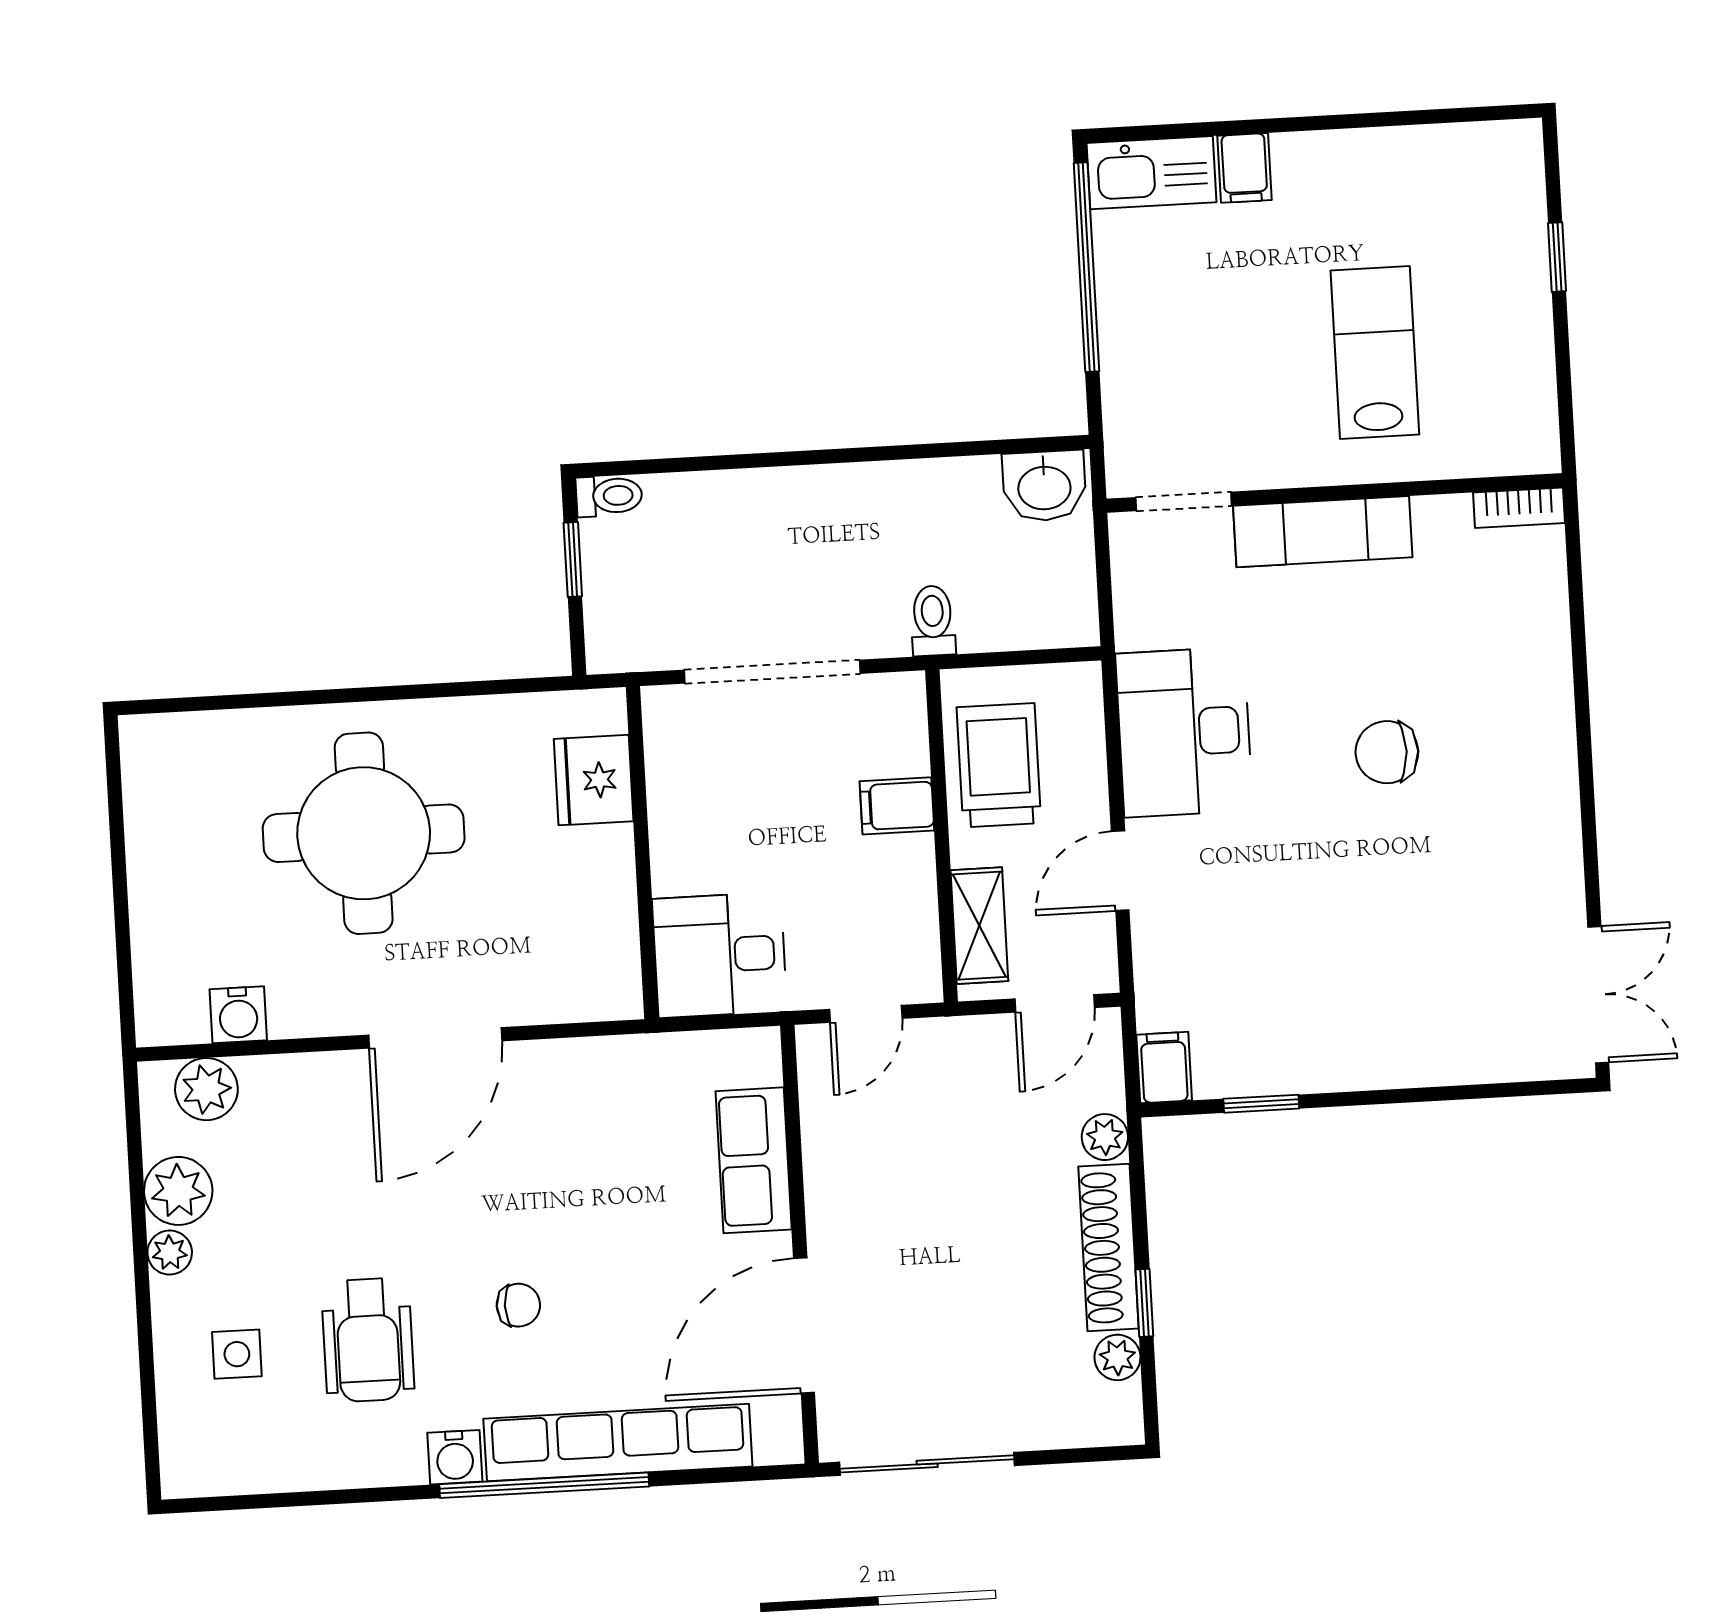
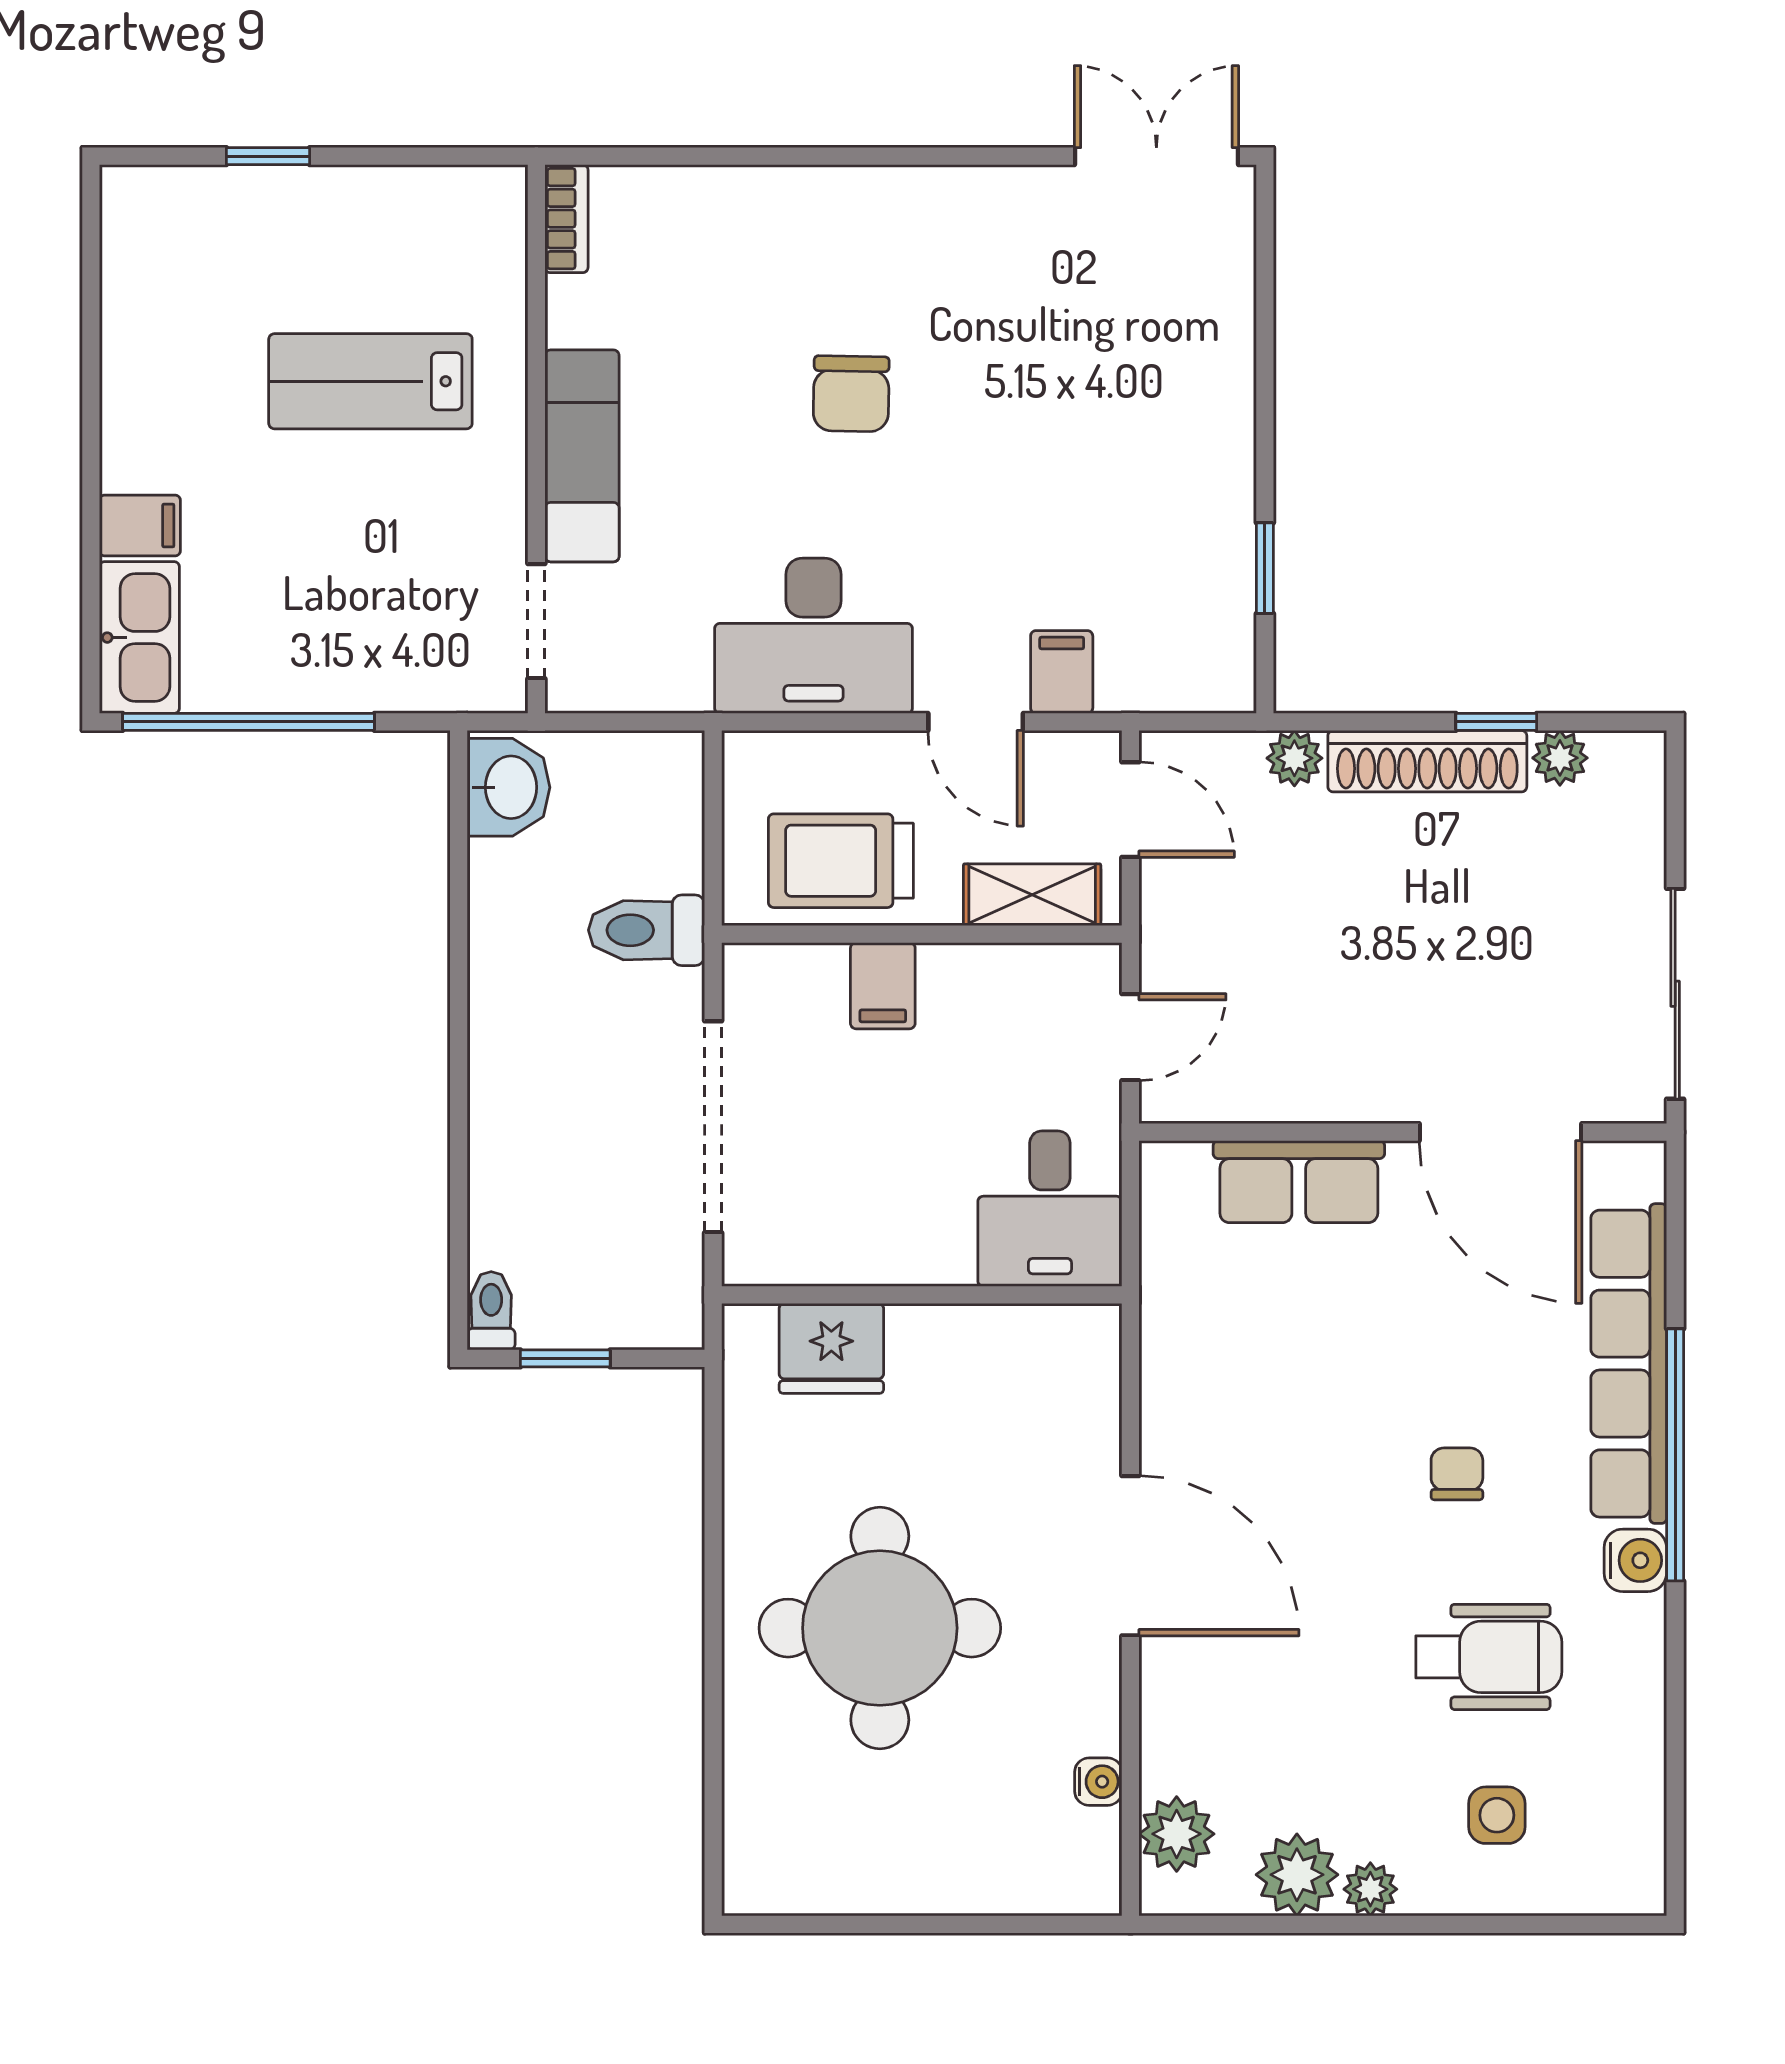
toilet: (933, 621) -> (647, 930), width x1.37, depth x1.39
door: (866, 1014) -> (1130, 1037), hinge flipped
water cooler: (238, 1015) -> (1098, 1782), width x0.72, depth x0.72
filing cabinet: (1164, 1067) -> (1062, 672), moved, turned 90

